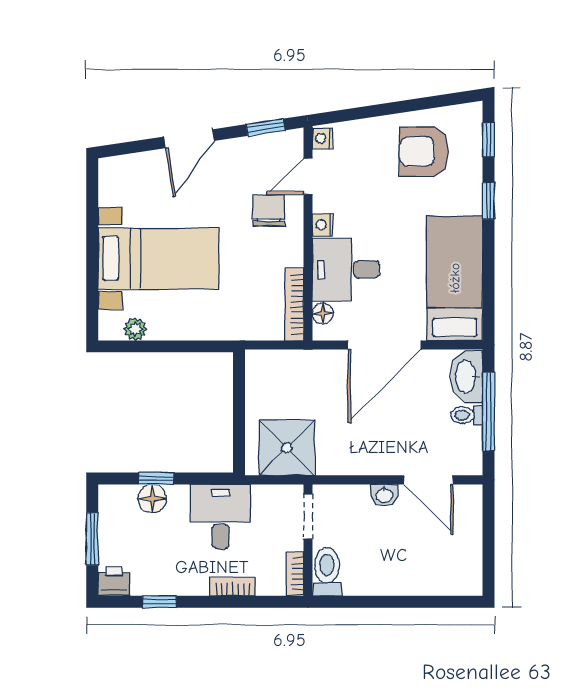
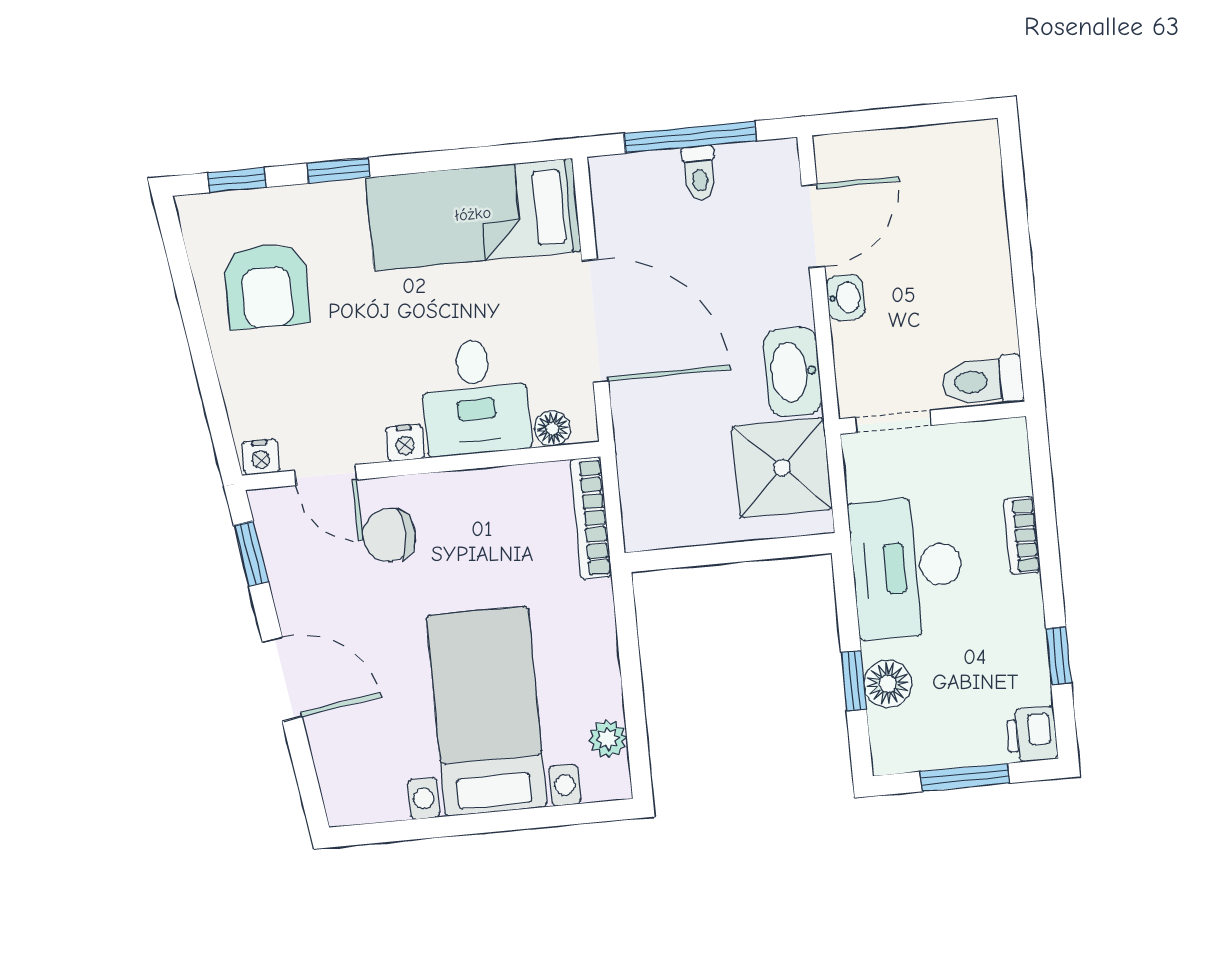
bookcase: (294, 304) -> (591, 518), moved, turned 90
washbasin: (467, 377) -> (793, 372), moved, turned 90
desk: (221, 517) -> (907, 567), width x1.37
bookcase: (295, 574) -> (991, 434), removed

